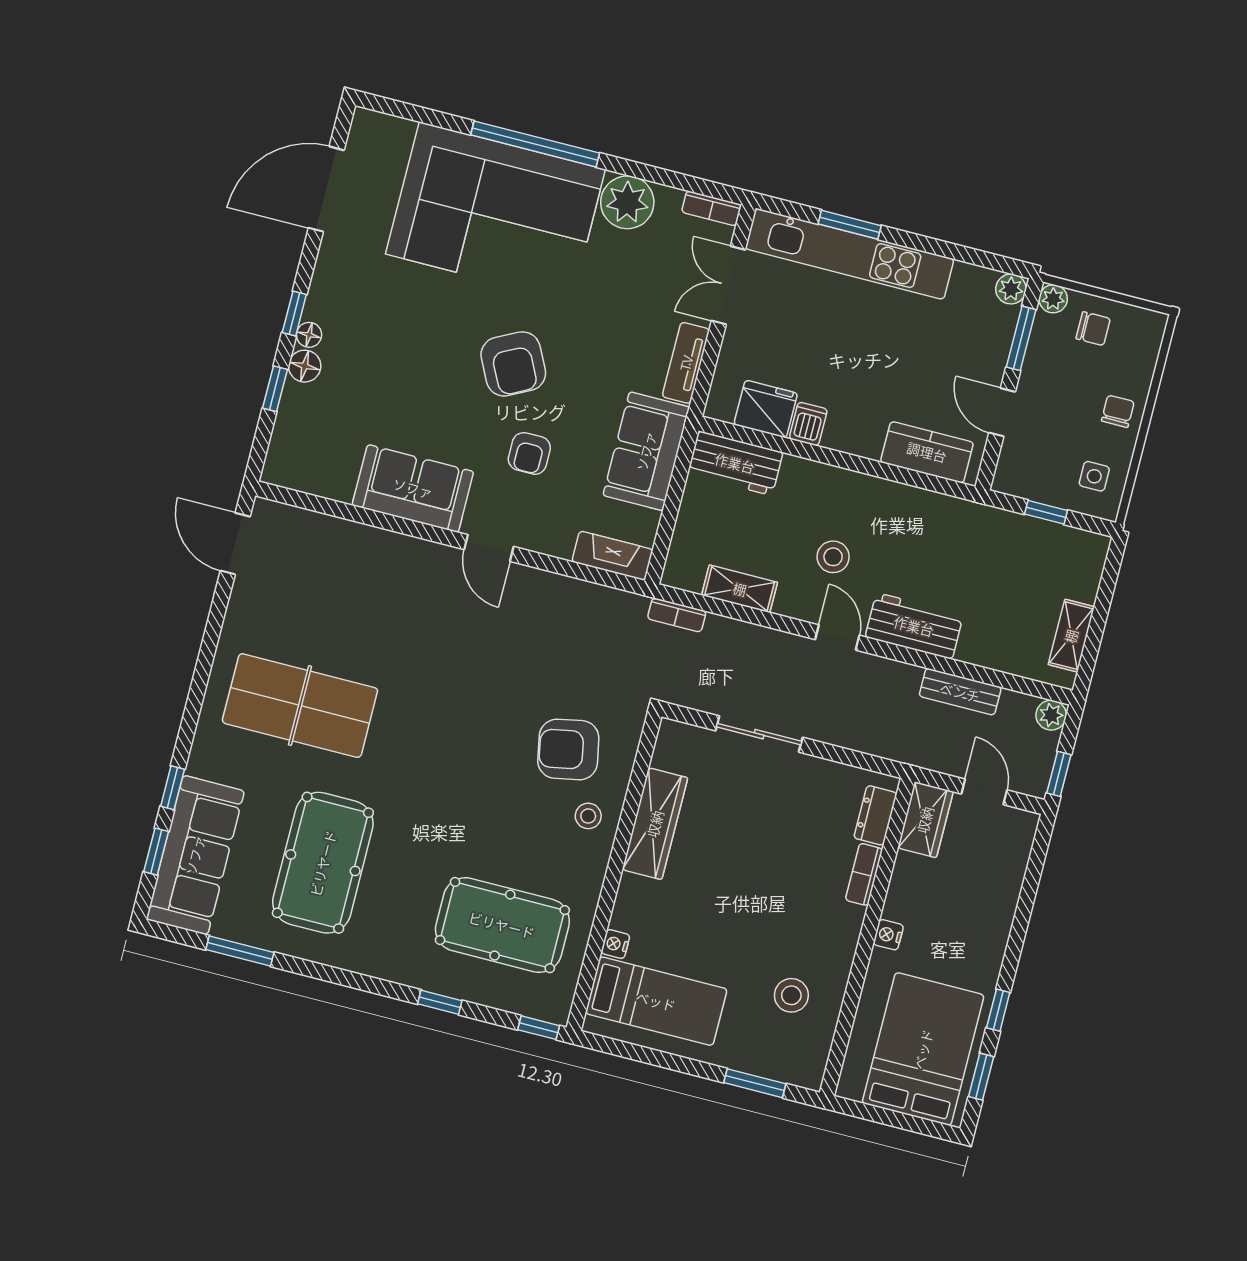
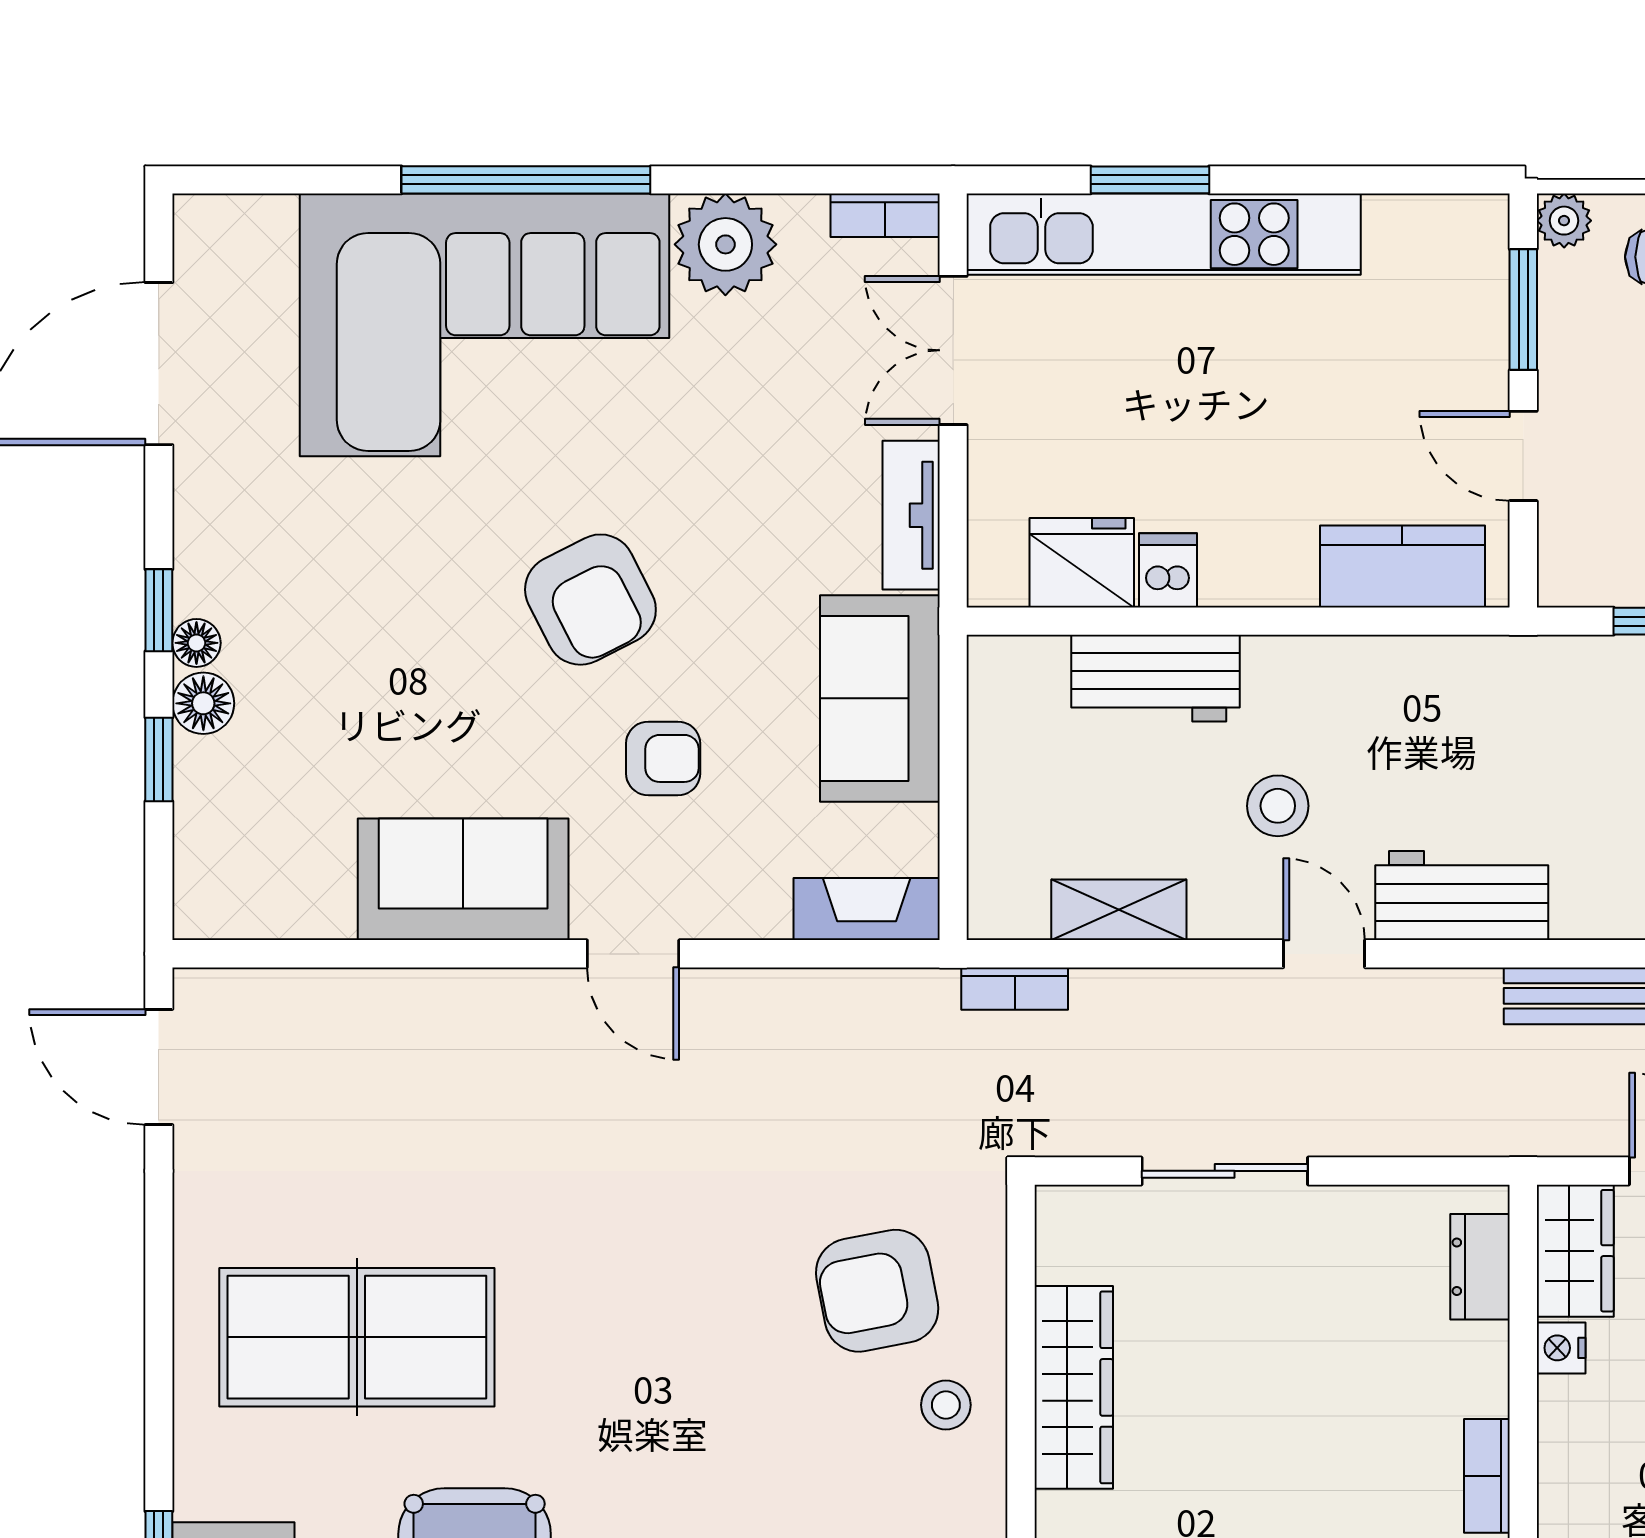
plant: (1011, 289) -> (1481, 222), removed
armchair: (529, 453) -> (663, 758), turned -90
workbench: (735, 463) -> (1155, 678), moved
bookcase: (864, 874) -> (1487, 1476), moved
nightstand: (888, 935) -> (1561, 1348), moved

